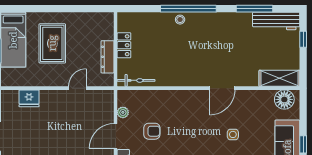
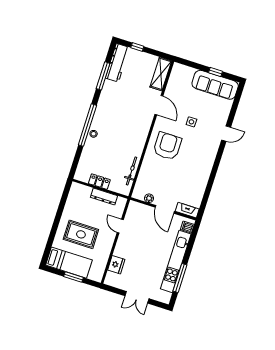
bicycle: (136, 80) -> (132, 171), moved
door: (222, 88) -> (159, 105), moved
floor lamp: (284, 99) -> (178, 75), removed
armchair: (152, 131) -> (167, 146), moved, width x1.88, depth x1.88

